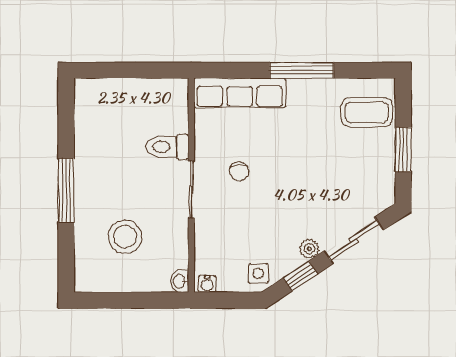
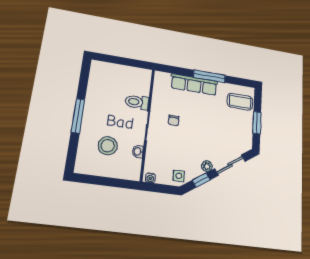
row of seats: (240, 93) -> (194, 85), moved
washbasin: (180, 281) -> (138, 151), moved

